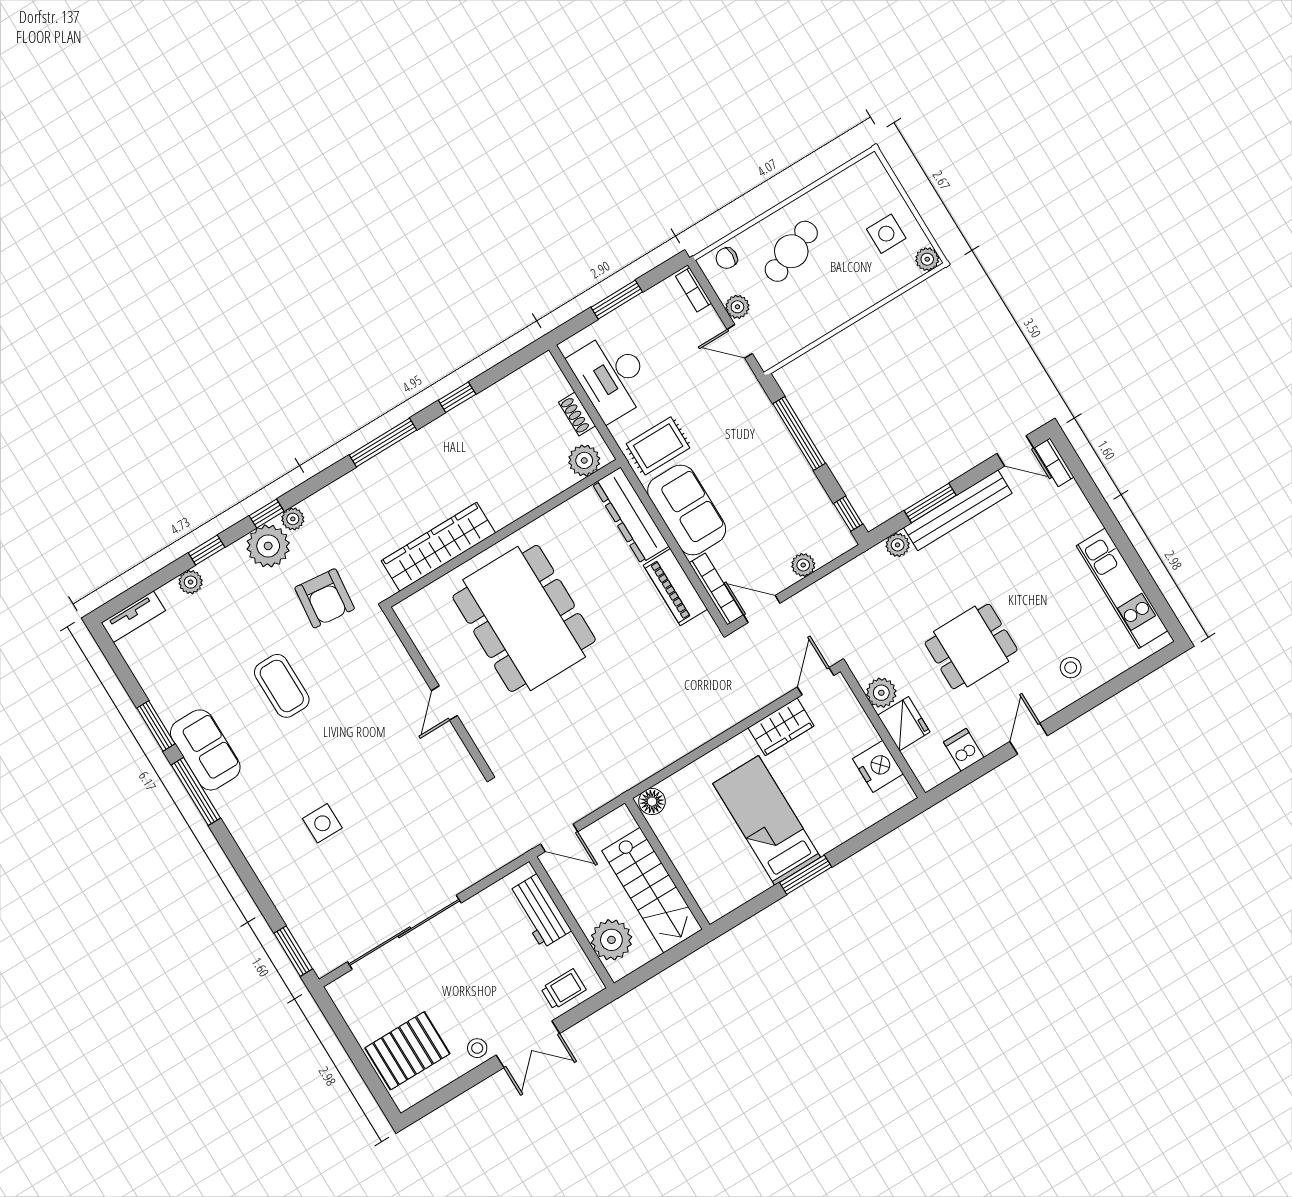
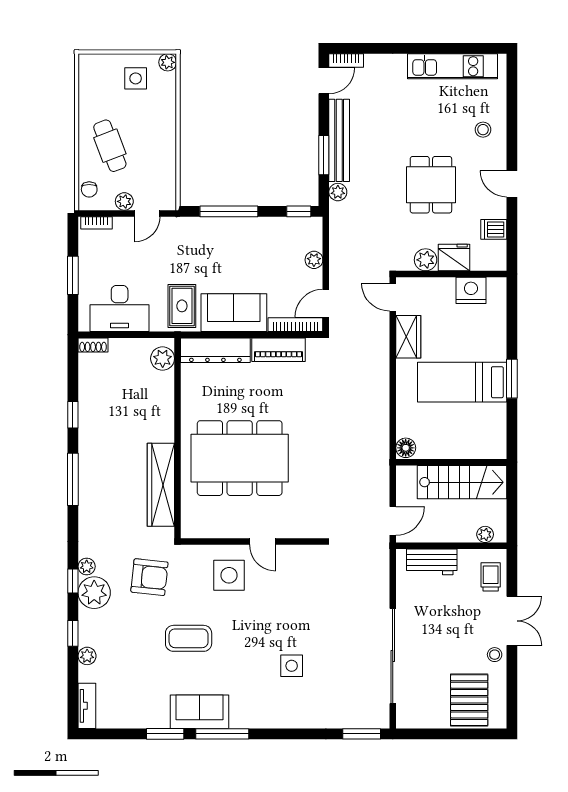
shoe rack: (577, 414) -> (93, 345), moved
side table: (382, 688) -> (229, 575), added
plant: (611, 940) -> (485, 534), width x0.53, depth x0.53

